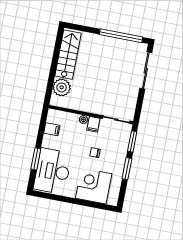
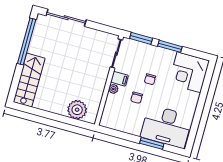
stairs: (68, 55) -> (29, 80), moved, turned 90
filing cabinet: (52, 129) -> (121, 124), removed
chair: (77, 142) -> (137, 98), added
corner desk: (94, 186) -> (189, 72), moved

